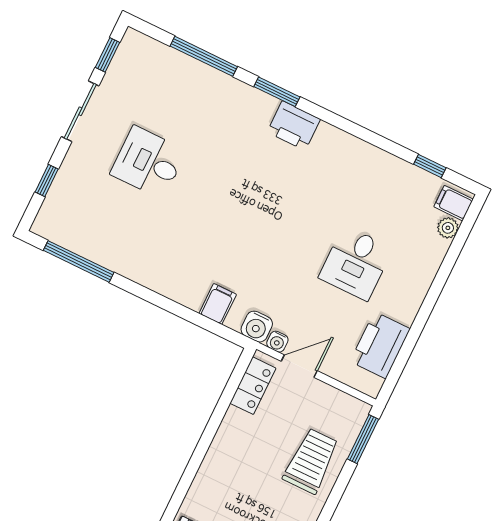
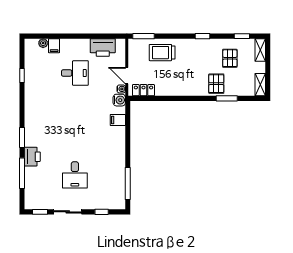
printer: (294, 126) -> (32, 157), moved
window: (430, 166) -> (22, 75), moved
filing cabinet: (454, 203) -> (54, 46), moved

